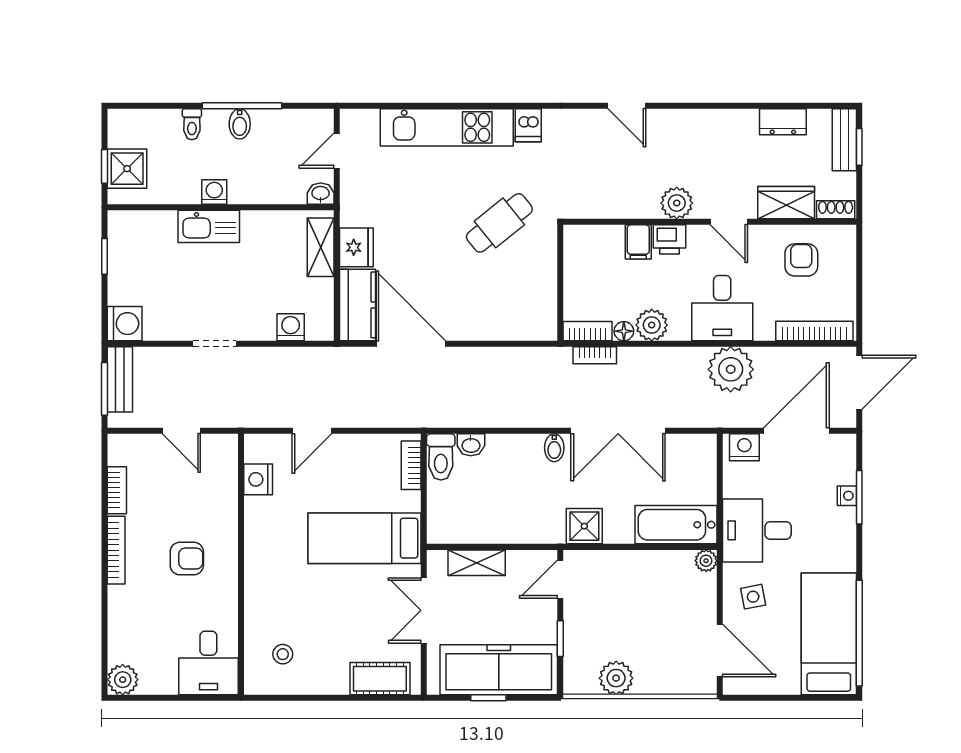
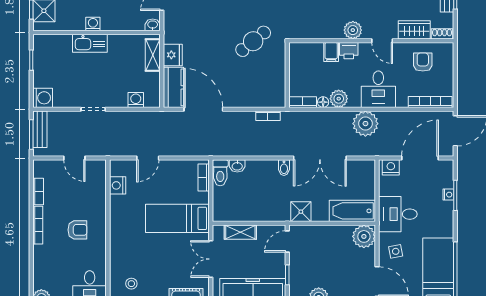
bookcase: (595, 355) -> (268, 116), moved
plant: (731, 369) -> (365, 124), moved
plant: (706, 561) -> (364, 236), width x1.88, depth x1.88

